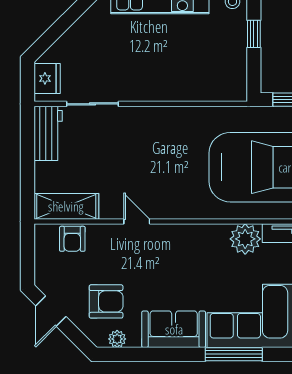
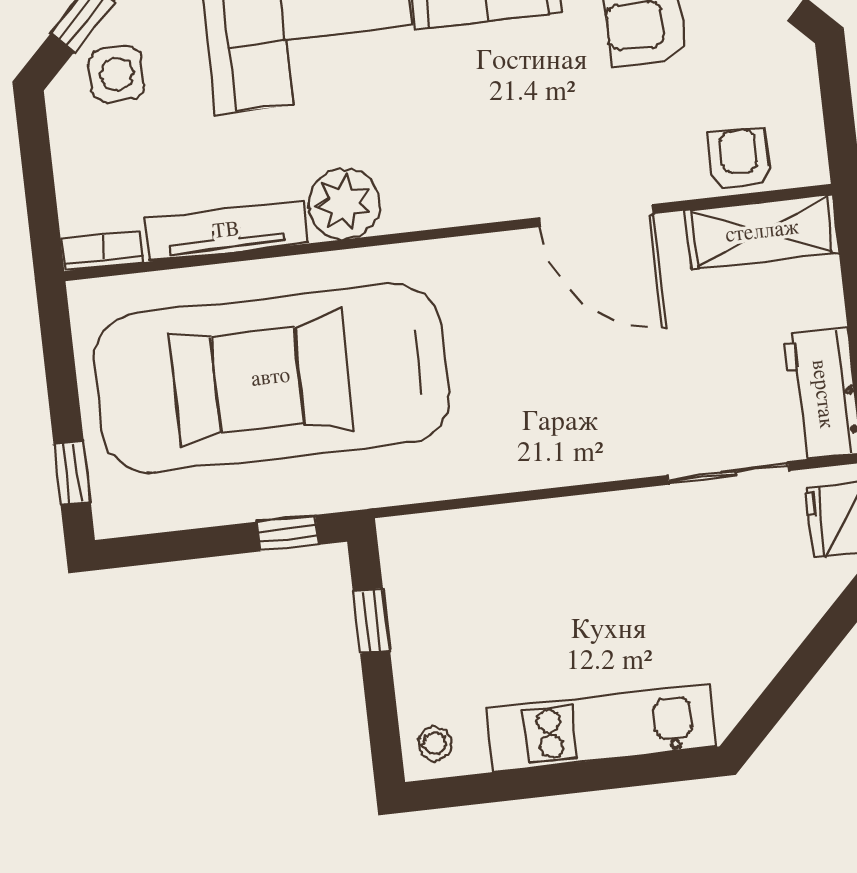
window: (254, 34) -> (371, 621), moved
door: (137, 221) -> (597, 216), width x1.88

